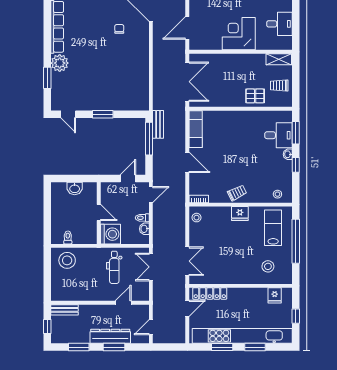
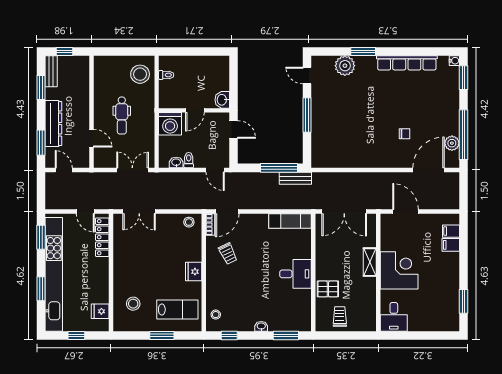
desk: (280, 24) -> (394, 317), moved
shelving: (279, 59) -> (370, 262), moved
plant: (60, 63) -> (345, 66), moved
window: (47, 78) -> (363, 52), moved
pallet: (255, 96) -> (328, 289), turned 90
door: (68, 114) -> (307, 75), hinge flipped
window: (103, 114) -> (307, 115), width x1.44
desk: (279, 135) -> (296, 274), moved, turned -90
door: (187, 162) -> (227, 212), moved
window: (296, 165) -> (229, 335), moved
door: (128, 179) -> (234, 129), moved
washbasin: (75, 188) -> (222, 100), moved
trolley: (237, 193) -> (228, 254), moved
window: (296, 241) -> (162, 335), width x0.47
dental chair: (114, 267) -> (122, 115), moved, turned -90
bench: (65, 310) -> (51, 71), moved
window: (114, 347) -> (41, 143), moved
window: (222, 347) -> (41, 237), moved

